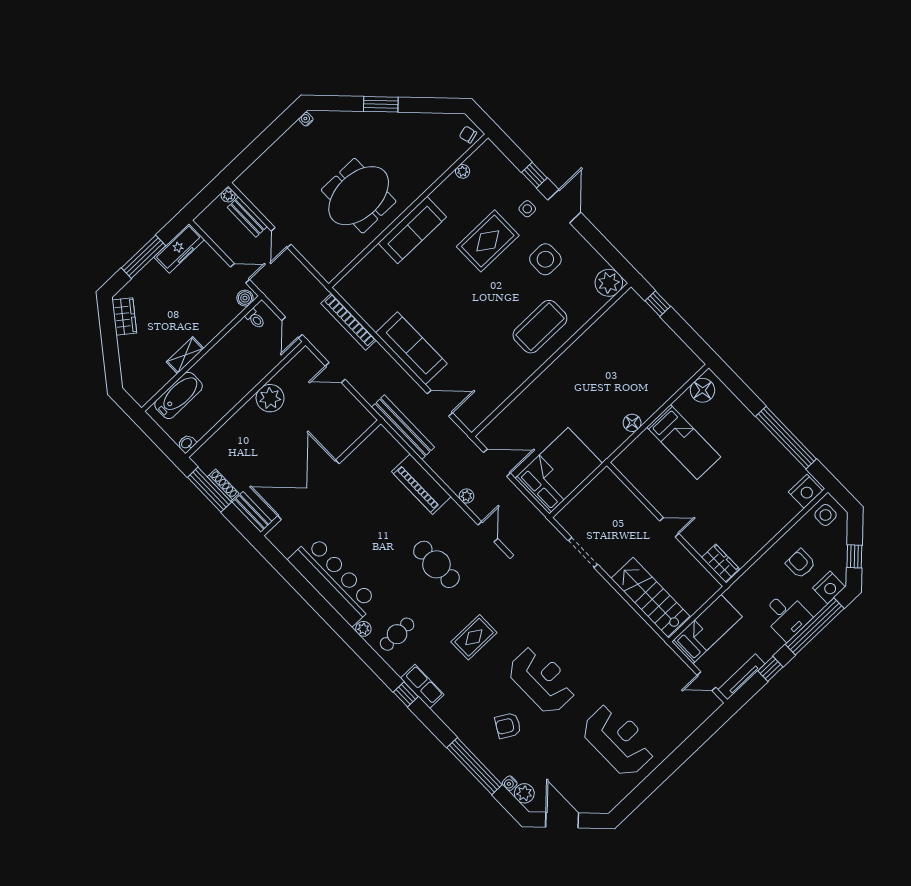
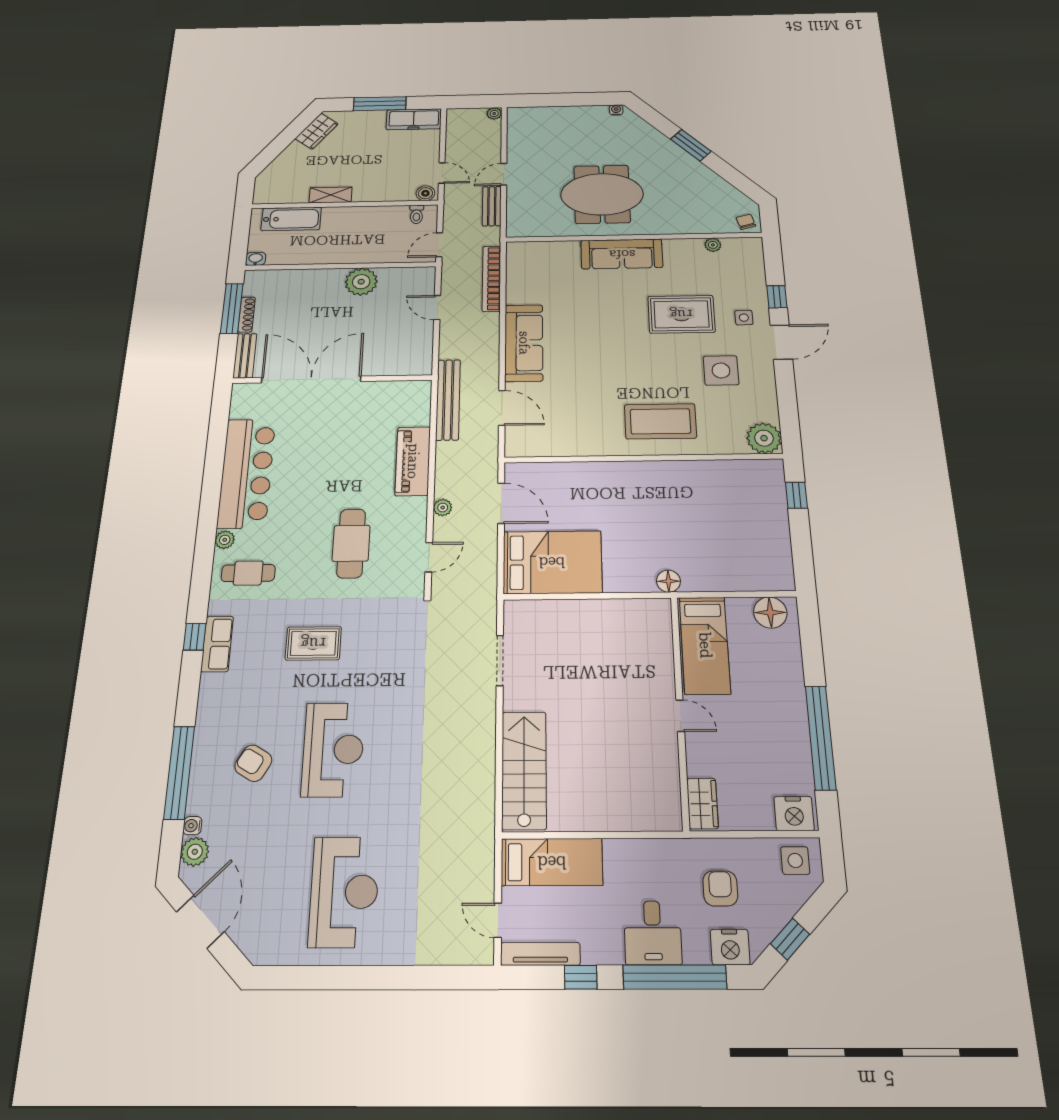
bench: (247, 217) -> (492, 206), moved
wall: (666, 524) -> (680, 710), moved
door: (669, 527) -> (680, 716), moved
wardrobe: (720, 563) -> (702, 804), moved

